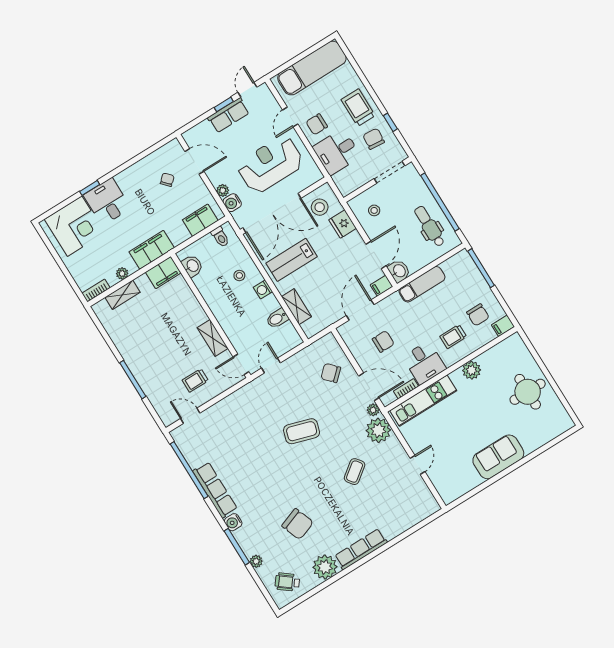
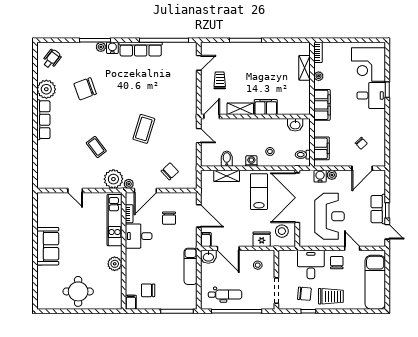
filing cabinet: (163, 273) -> (266, 107), moved, turned 90
trolley: (453, 337) -> (144, 265), removed
plant: (256, 561) -> (101, 47), moved

